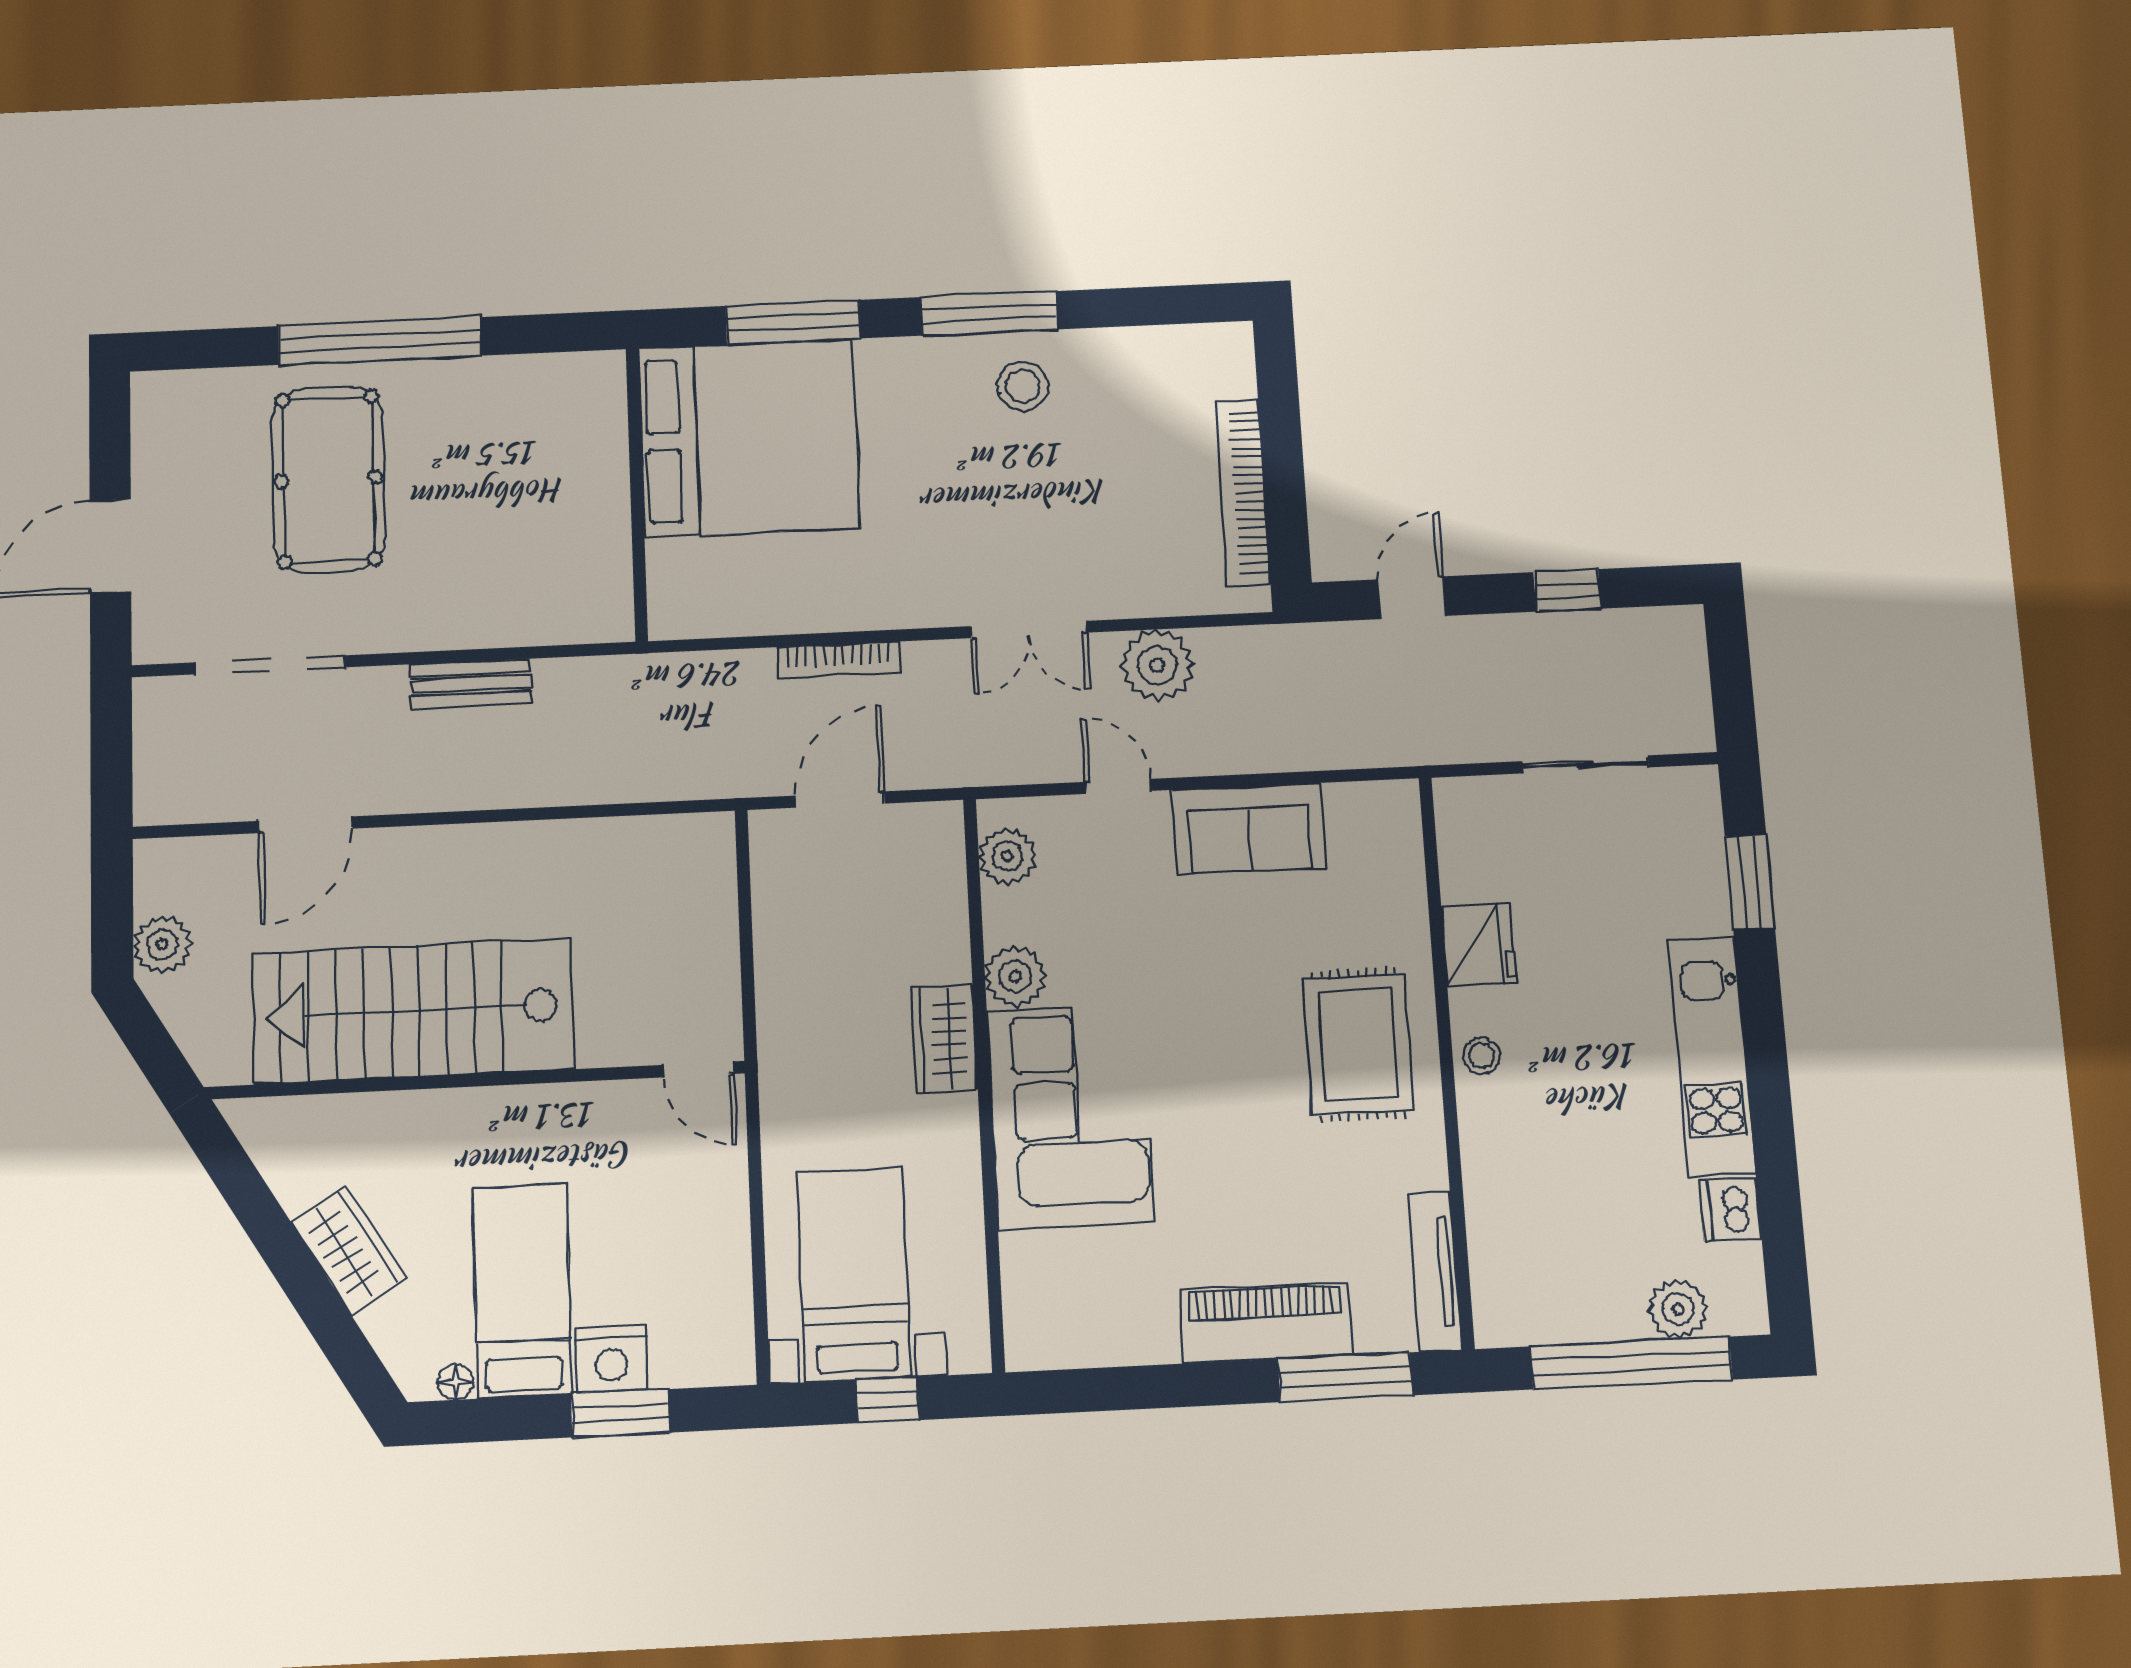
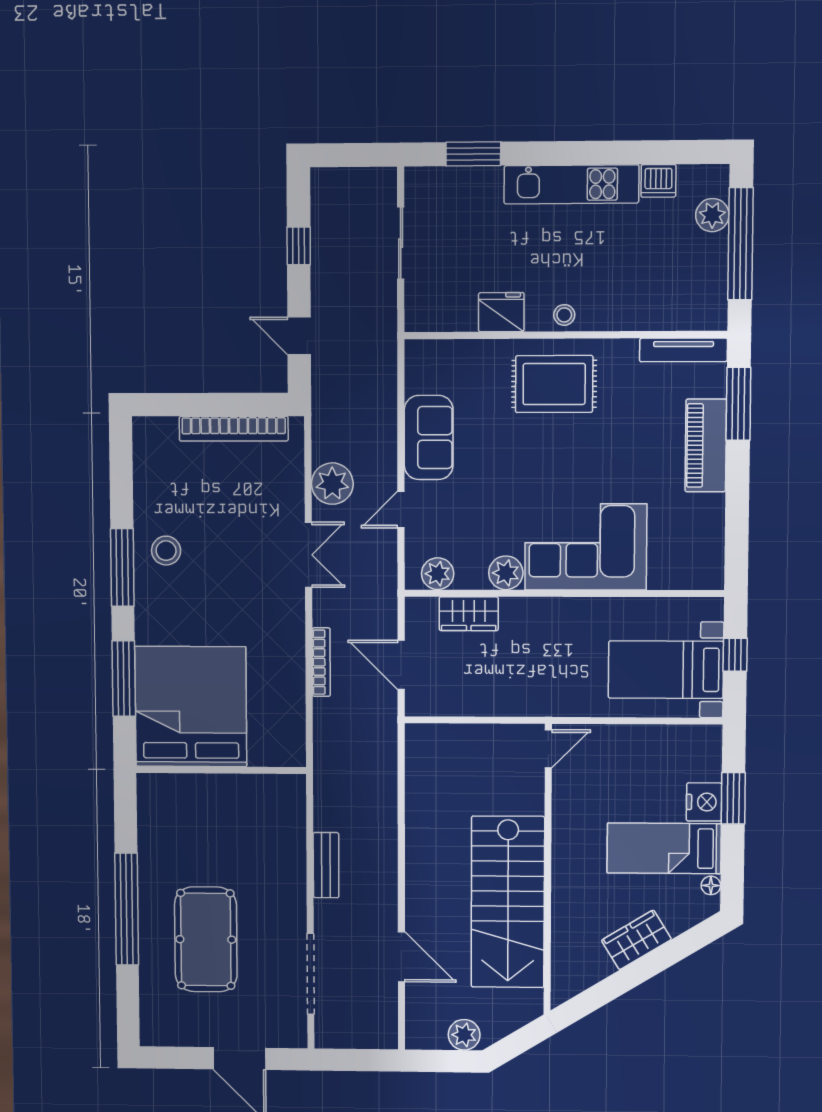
pool table: (329, 479) -> (206, 939), turned 90
wardrobe: (944, 1039) -> (469, 614), moved

